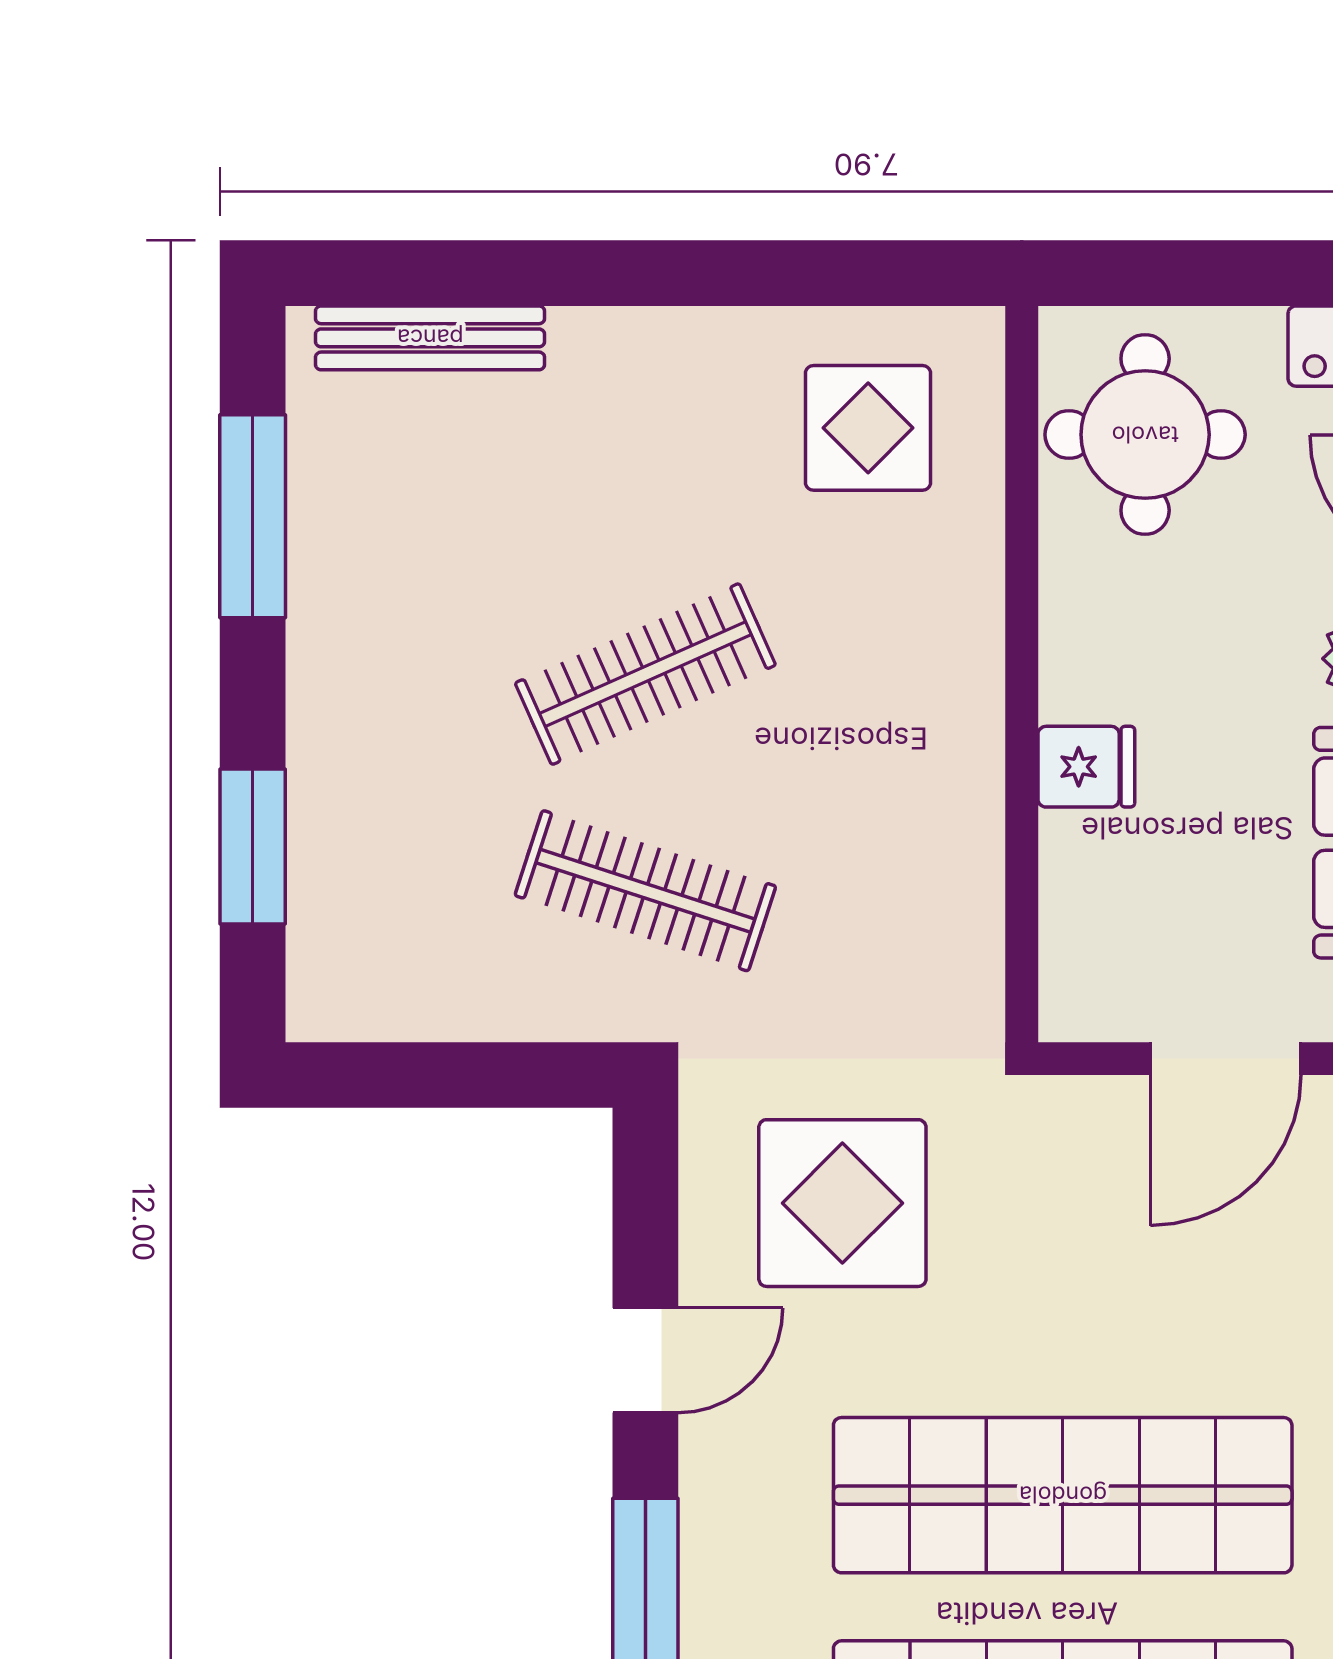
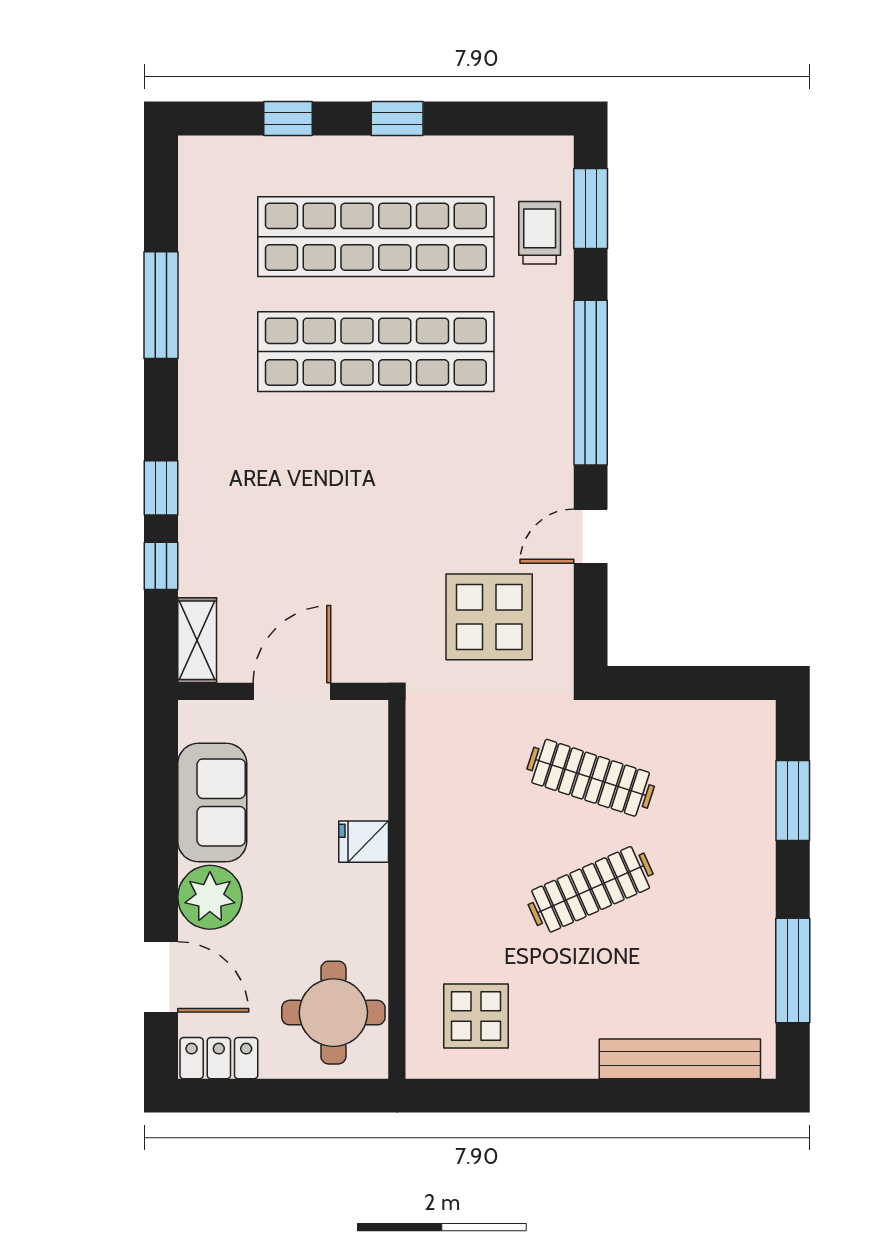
bench: (430, 338) -> (680, 1059), width x1.37, depth x1.21
shop shelf: (1063, 1495) -> (376, 467), removed

